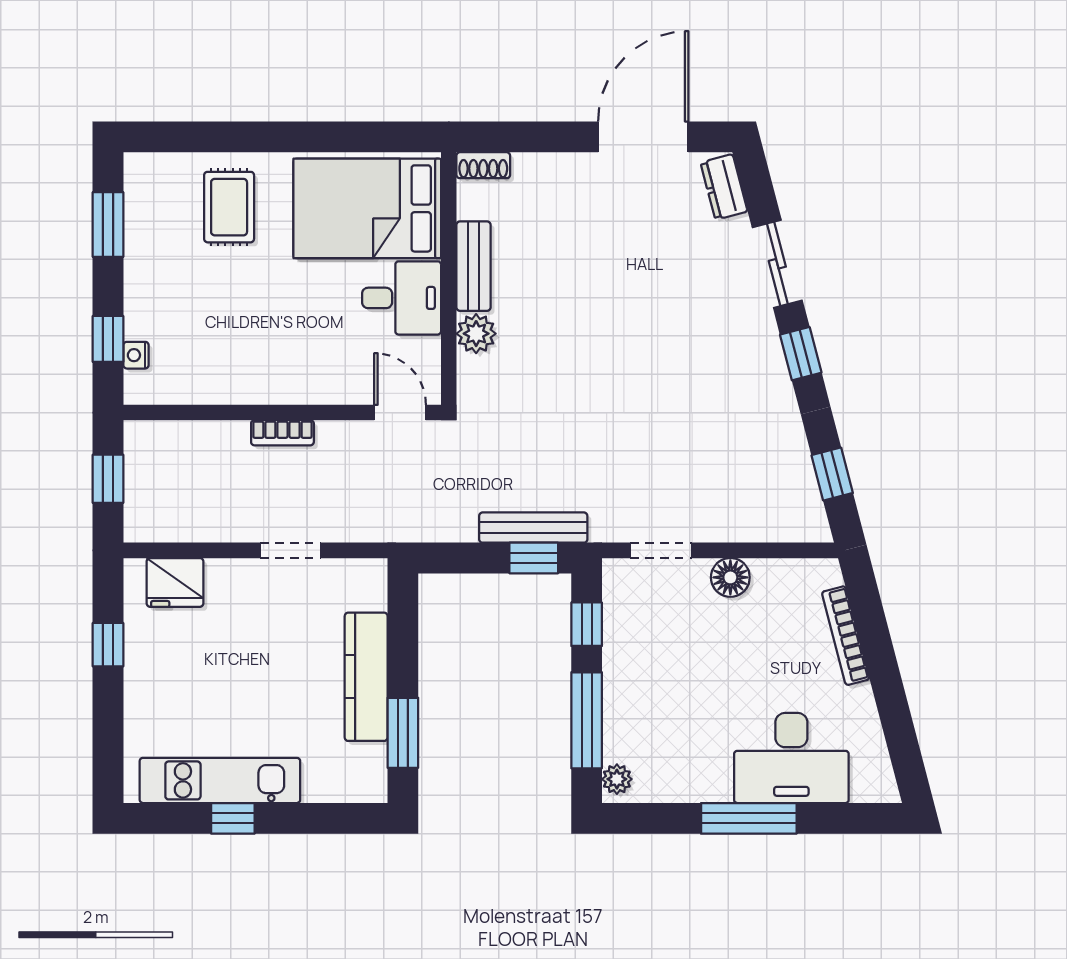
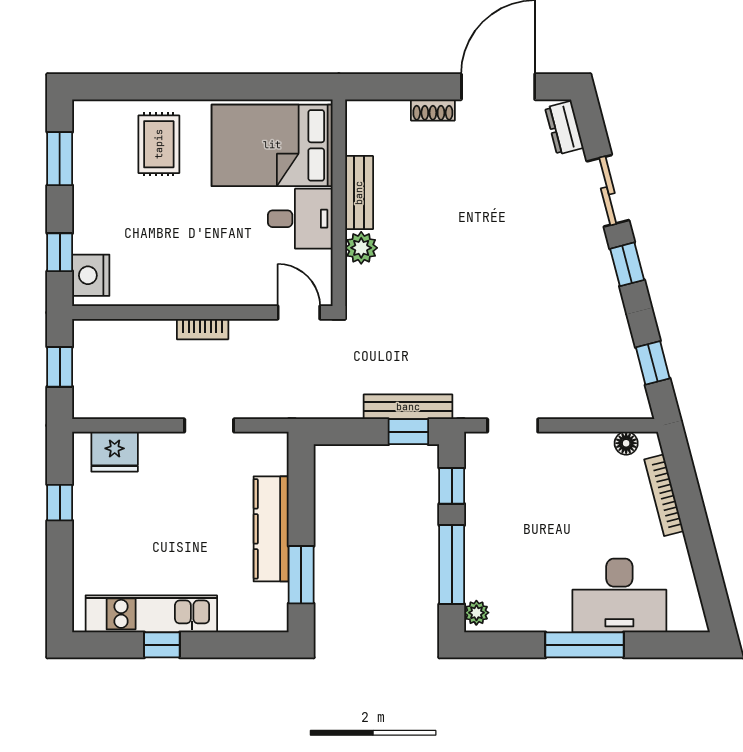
shoe rack: (483, 165) -> (433, 110), moved
nightstand: (136, 355) -> (91, 275), width x1.89, depth x1.79
floor lamp: (730, 577) -> (626, 443), moved, width x0.73, depth x0.73

